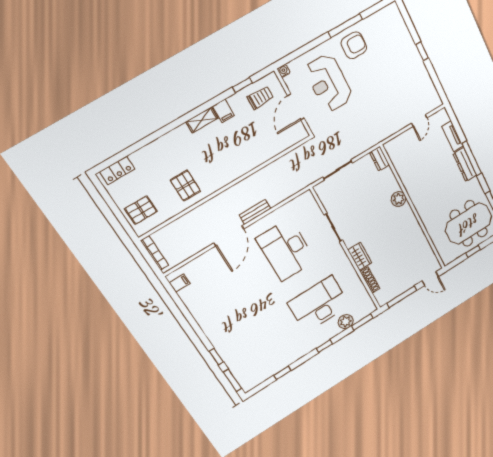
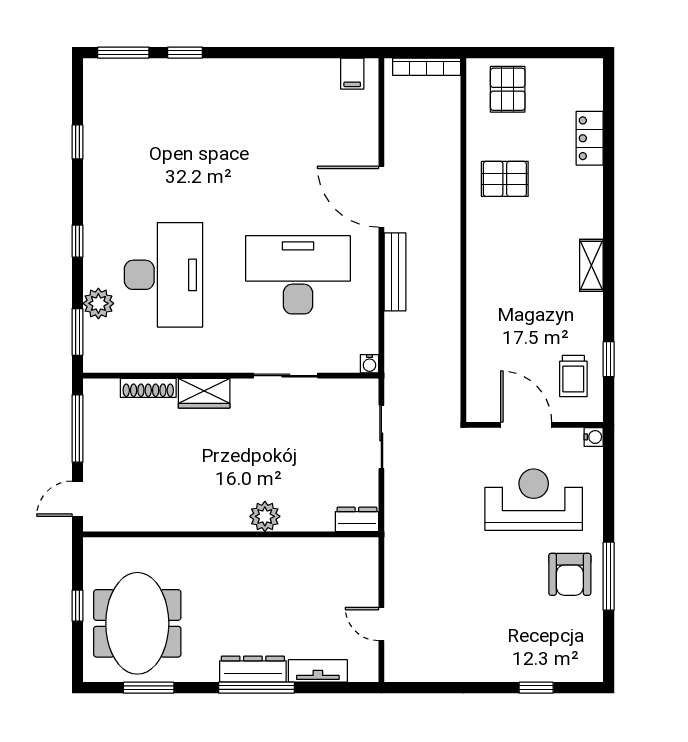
window: (422, 51) -> (536, 688), moved
filing cabinet: (223, 111) -> (586, 307), removed
locker: (117, 170) -> (590, 138), moved
water cooler: (308, 195) -> (369, 364), added
bench: (255, 212) -> (395, 272), width x1.36

